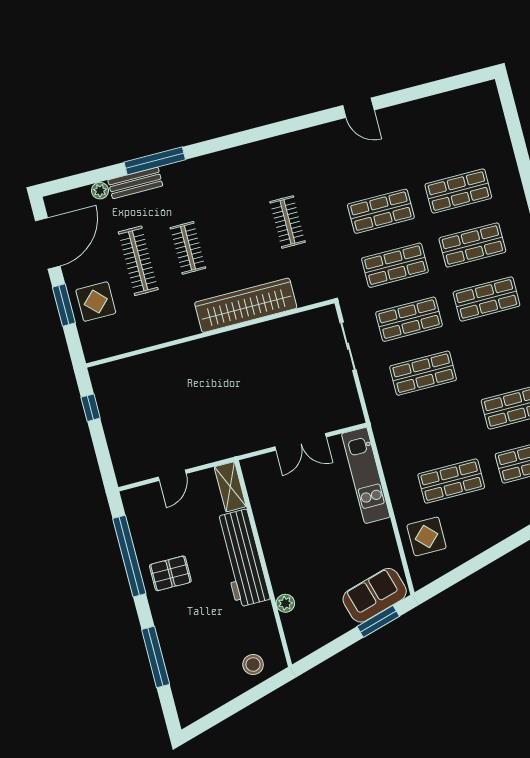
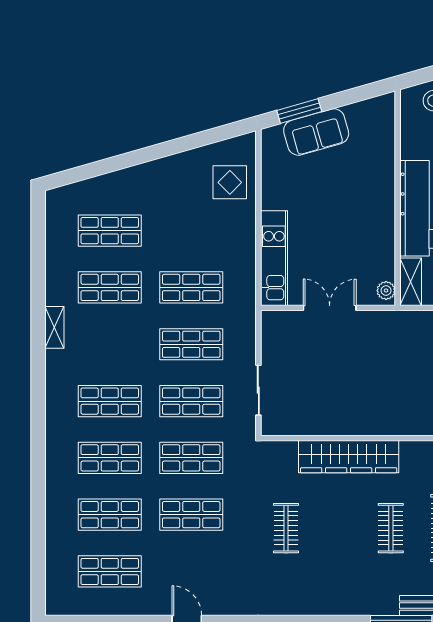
shop shelf: (444, 137) -> (110, 571), added
shop shelf: (451, 481) -> (191, 287), moved
sofa: (375, 595) -> (316, 132), moved
plant: (285, 603) -> (386, 290), moved

